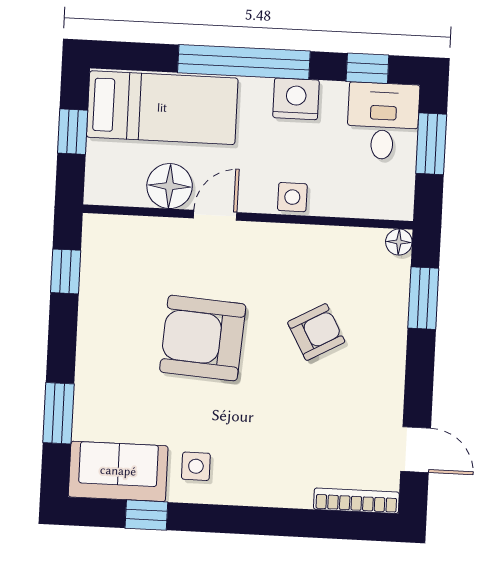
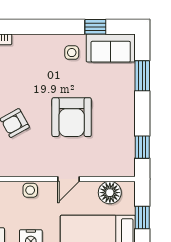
floor lamp: (170, 186) -> (110, 193), moved
armchair: (203, 338) -> (72, 117), turned 86

